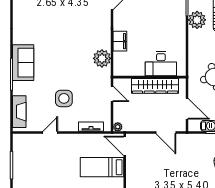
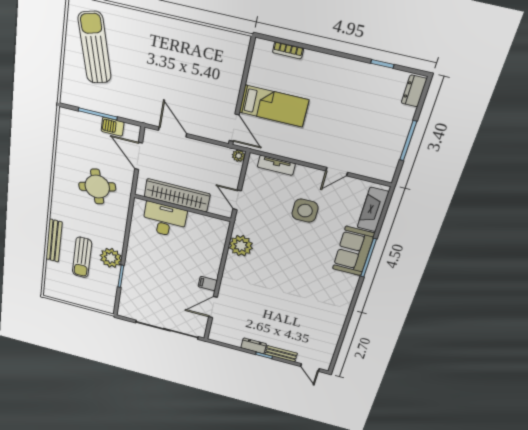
filing cabinet: (120, 41) -> (208, 284), moved, width x0.50
sofa: (23, 63) -> (353, 251), moved

